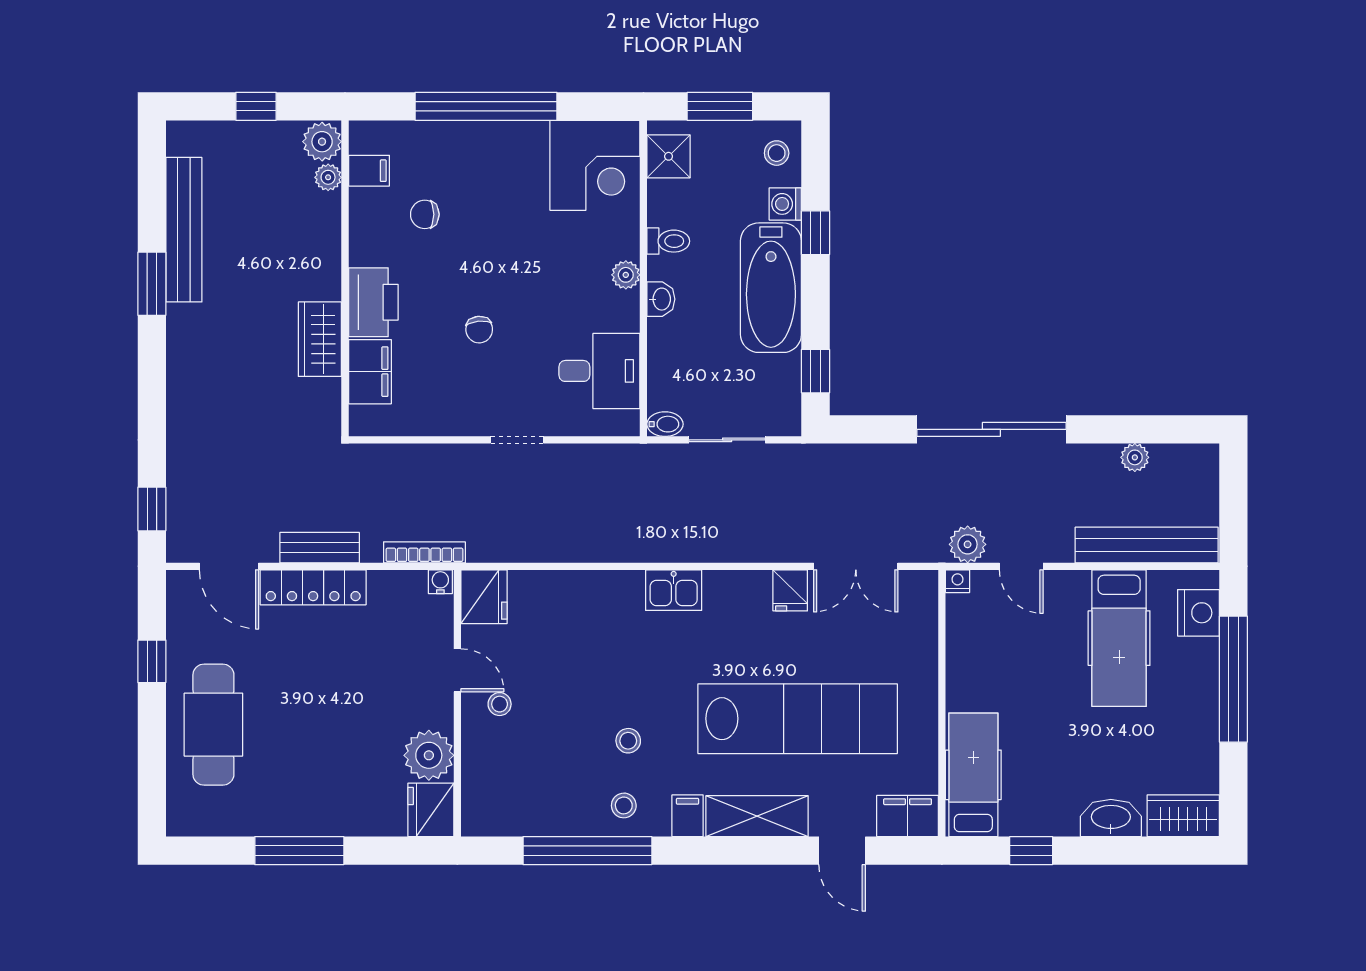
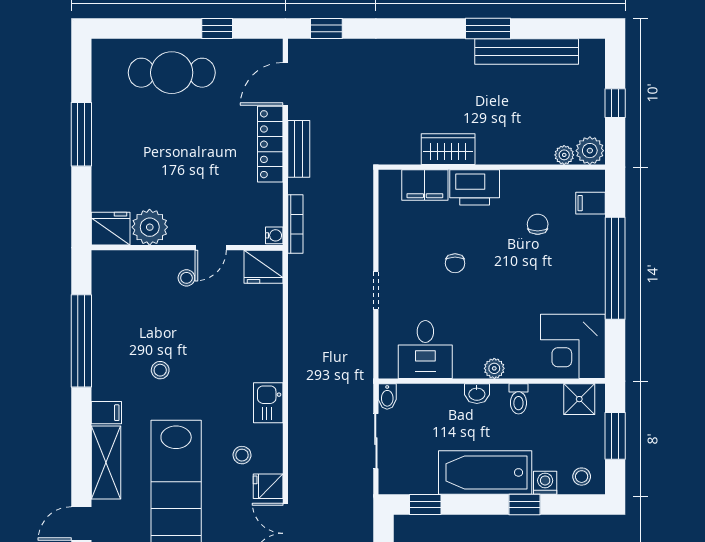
filing cabinet: (369, 171) -> (590, 203), moved, turned 90
chair: (479, 330) -> (455, 263), turned -84
stool: (624, 805) -> (242, 455), moved

